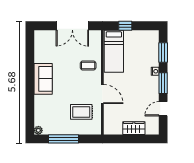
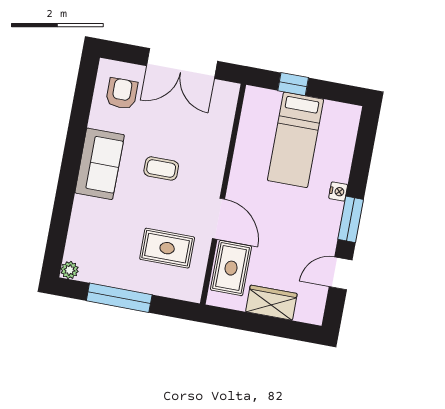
armchair: (47, 45) -> (122, 93), added
bed: (114, 51) -> (295, 140), moved
window: (163, 52) -> (363, 155), removed
coffee table: (88, 66) -> (161, 168), moved
rug: (112, 116) -> (231, 268), added

